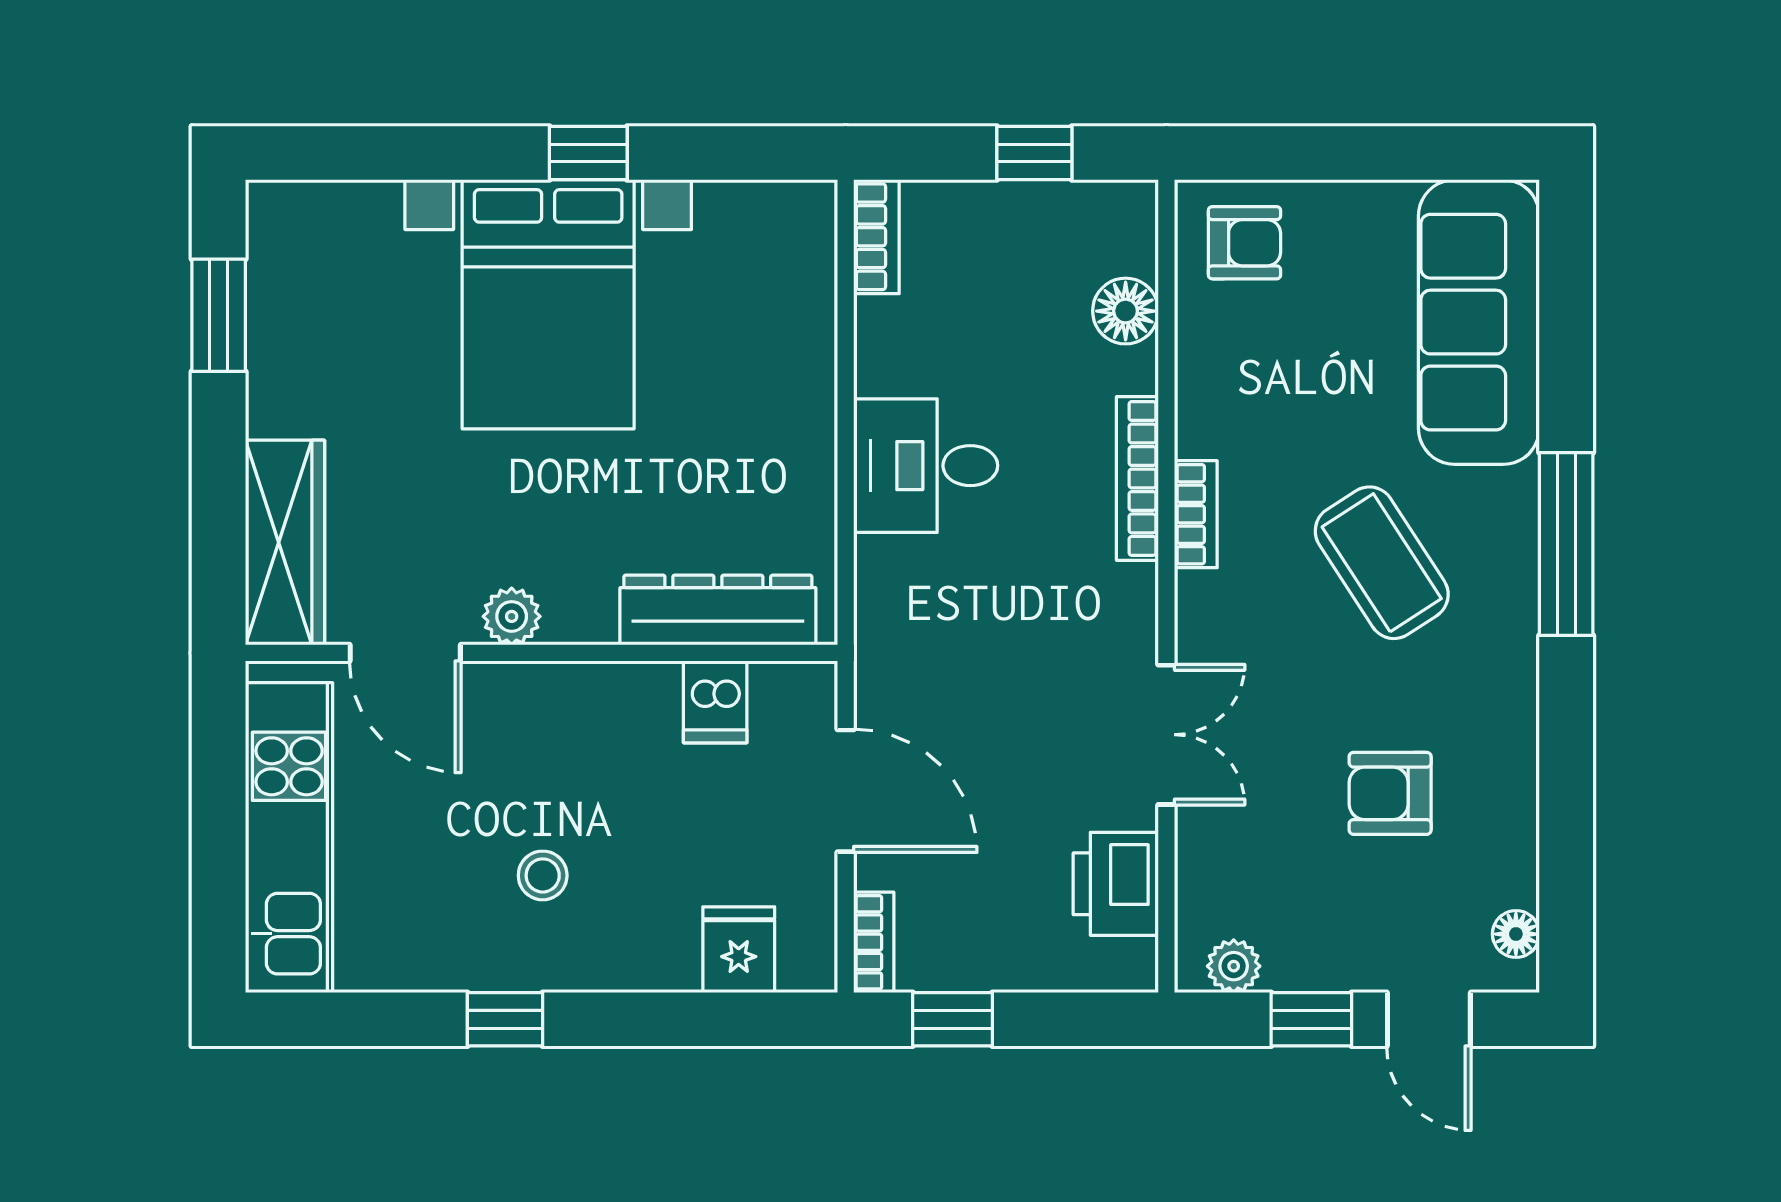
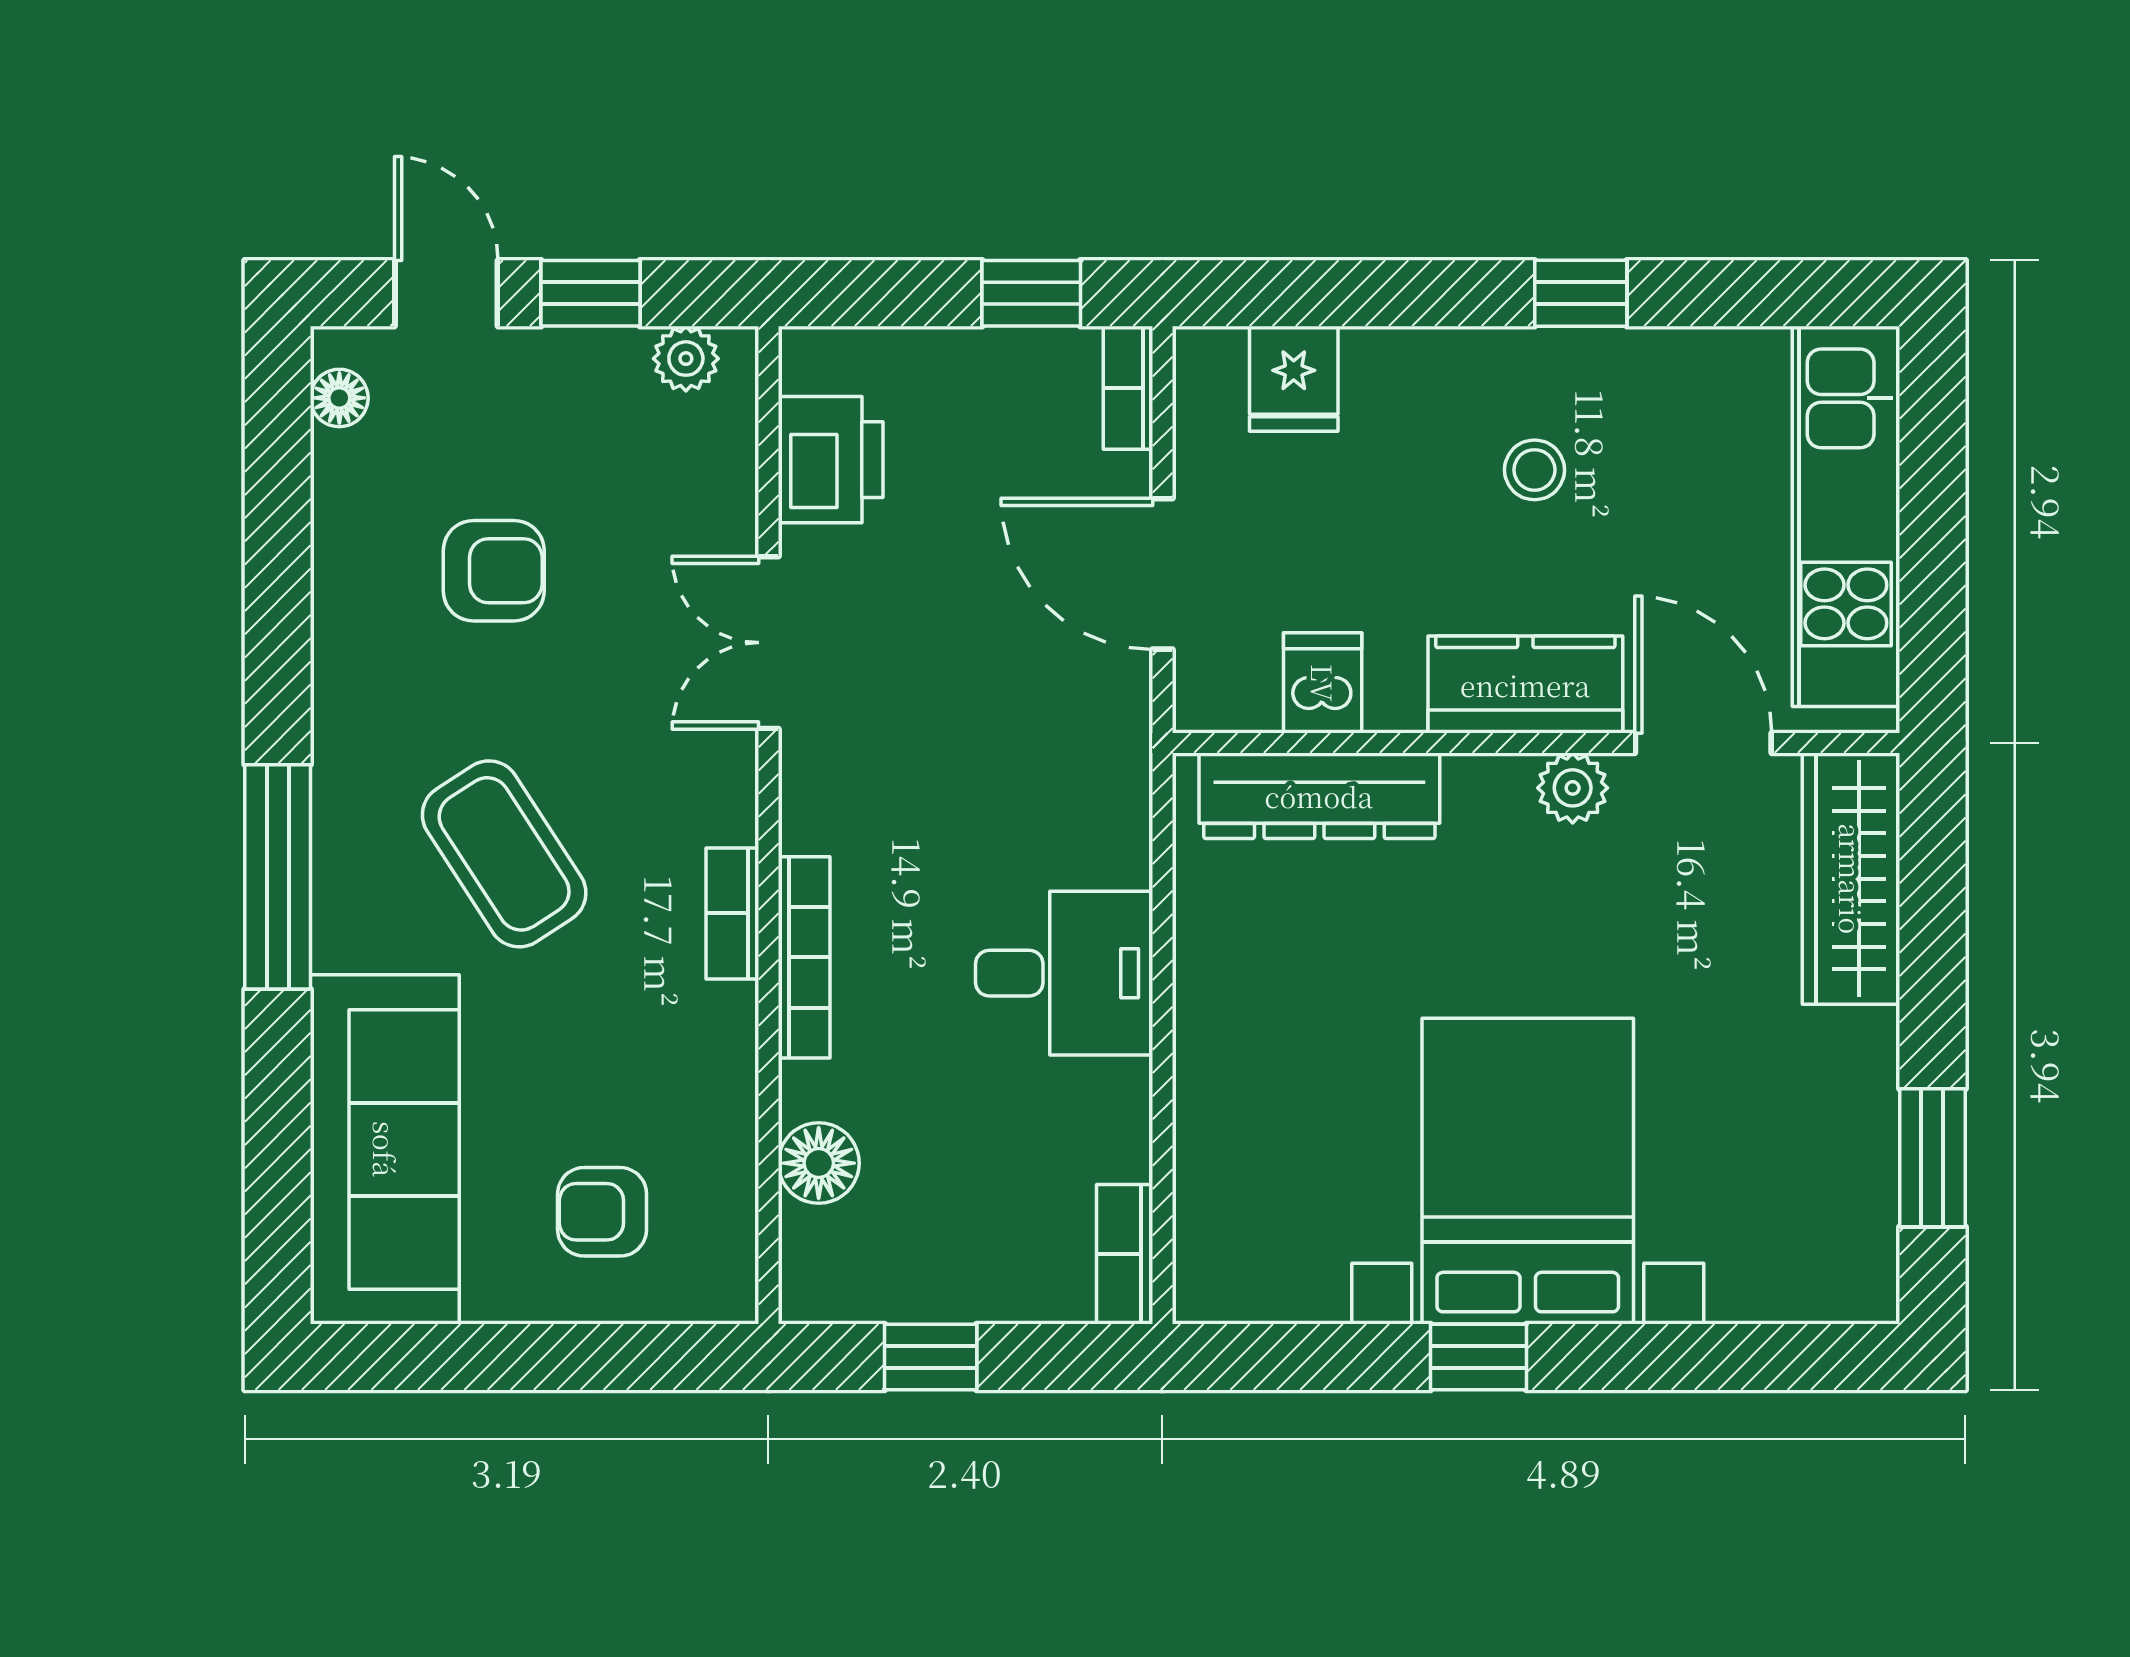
armchair: (1244, 243) -> (602, 1212), moved
kitchen counter: (550, 701) -> (1525, 685), added

